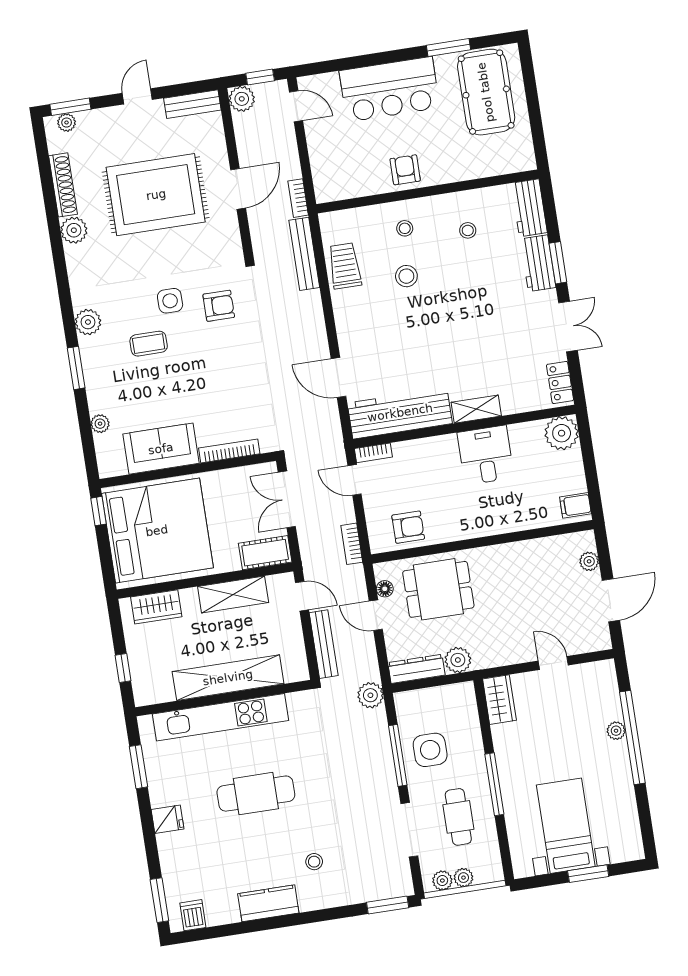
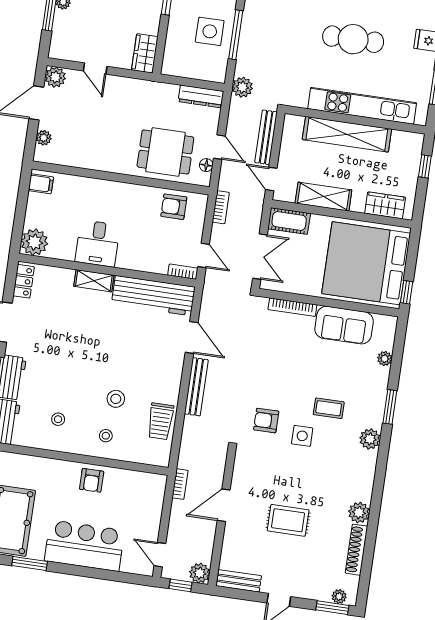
rug: (156, 195) -> (288, 520), width x0.54, depth x0.49
bench: (304, 254) -> (196, 387), moved
plant: (458, 660) -> (55, 77), moved

